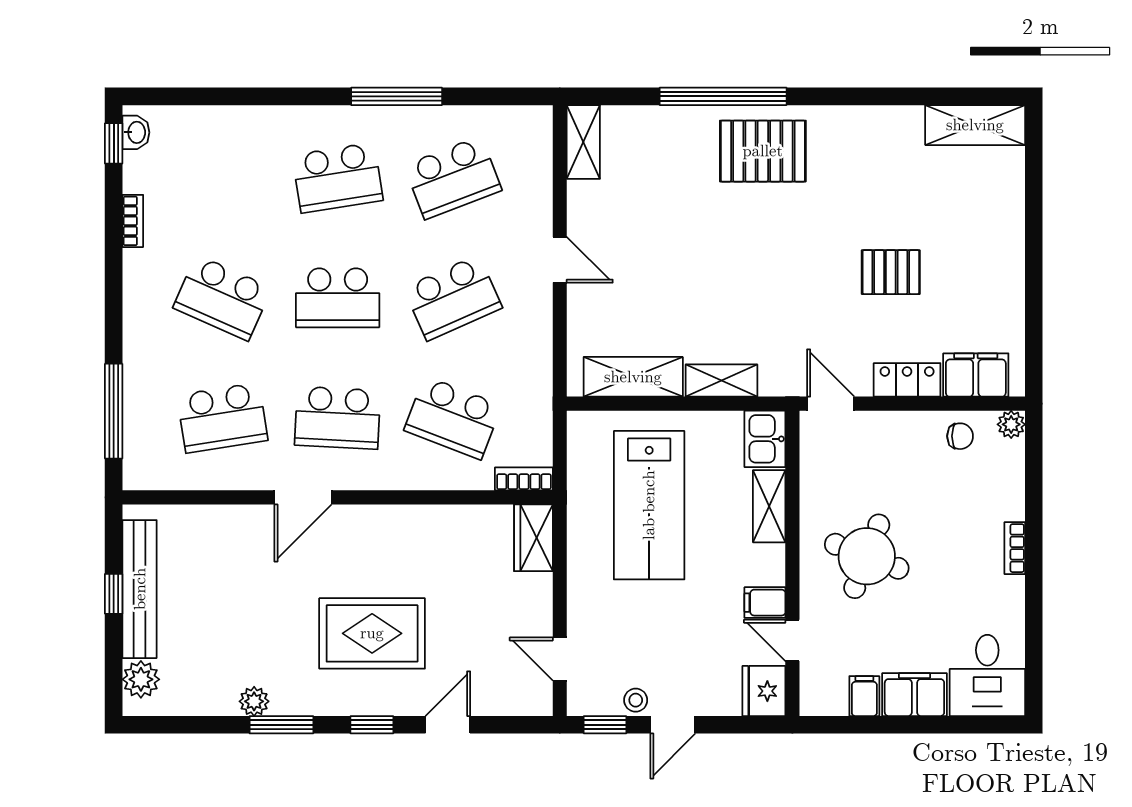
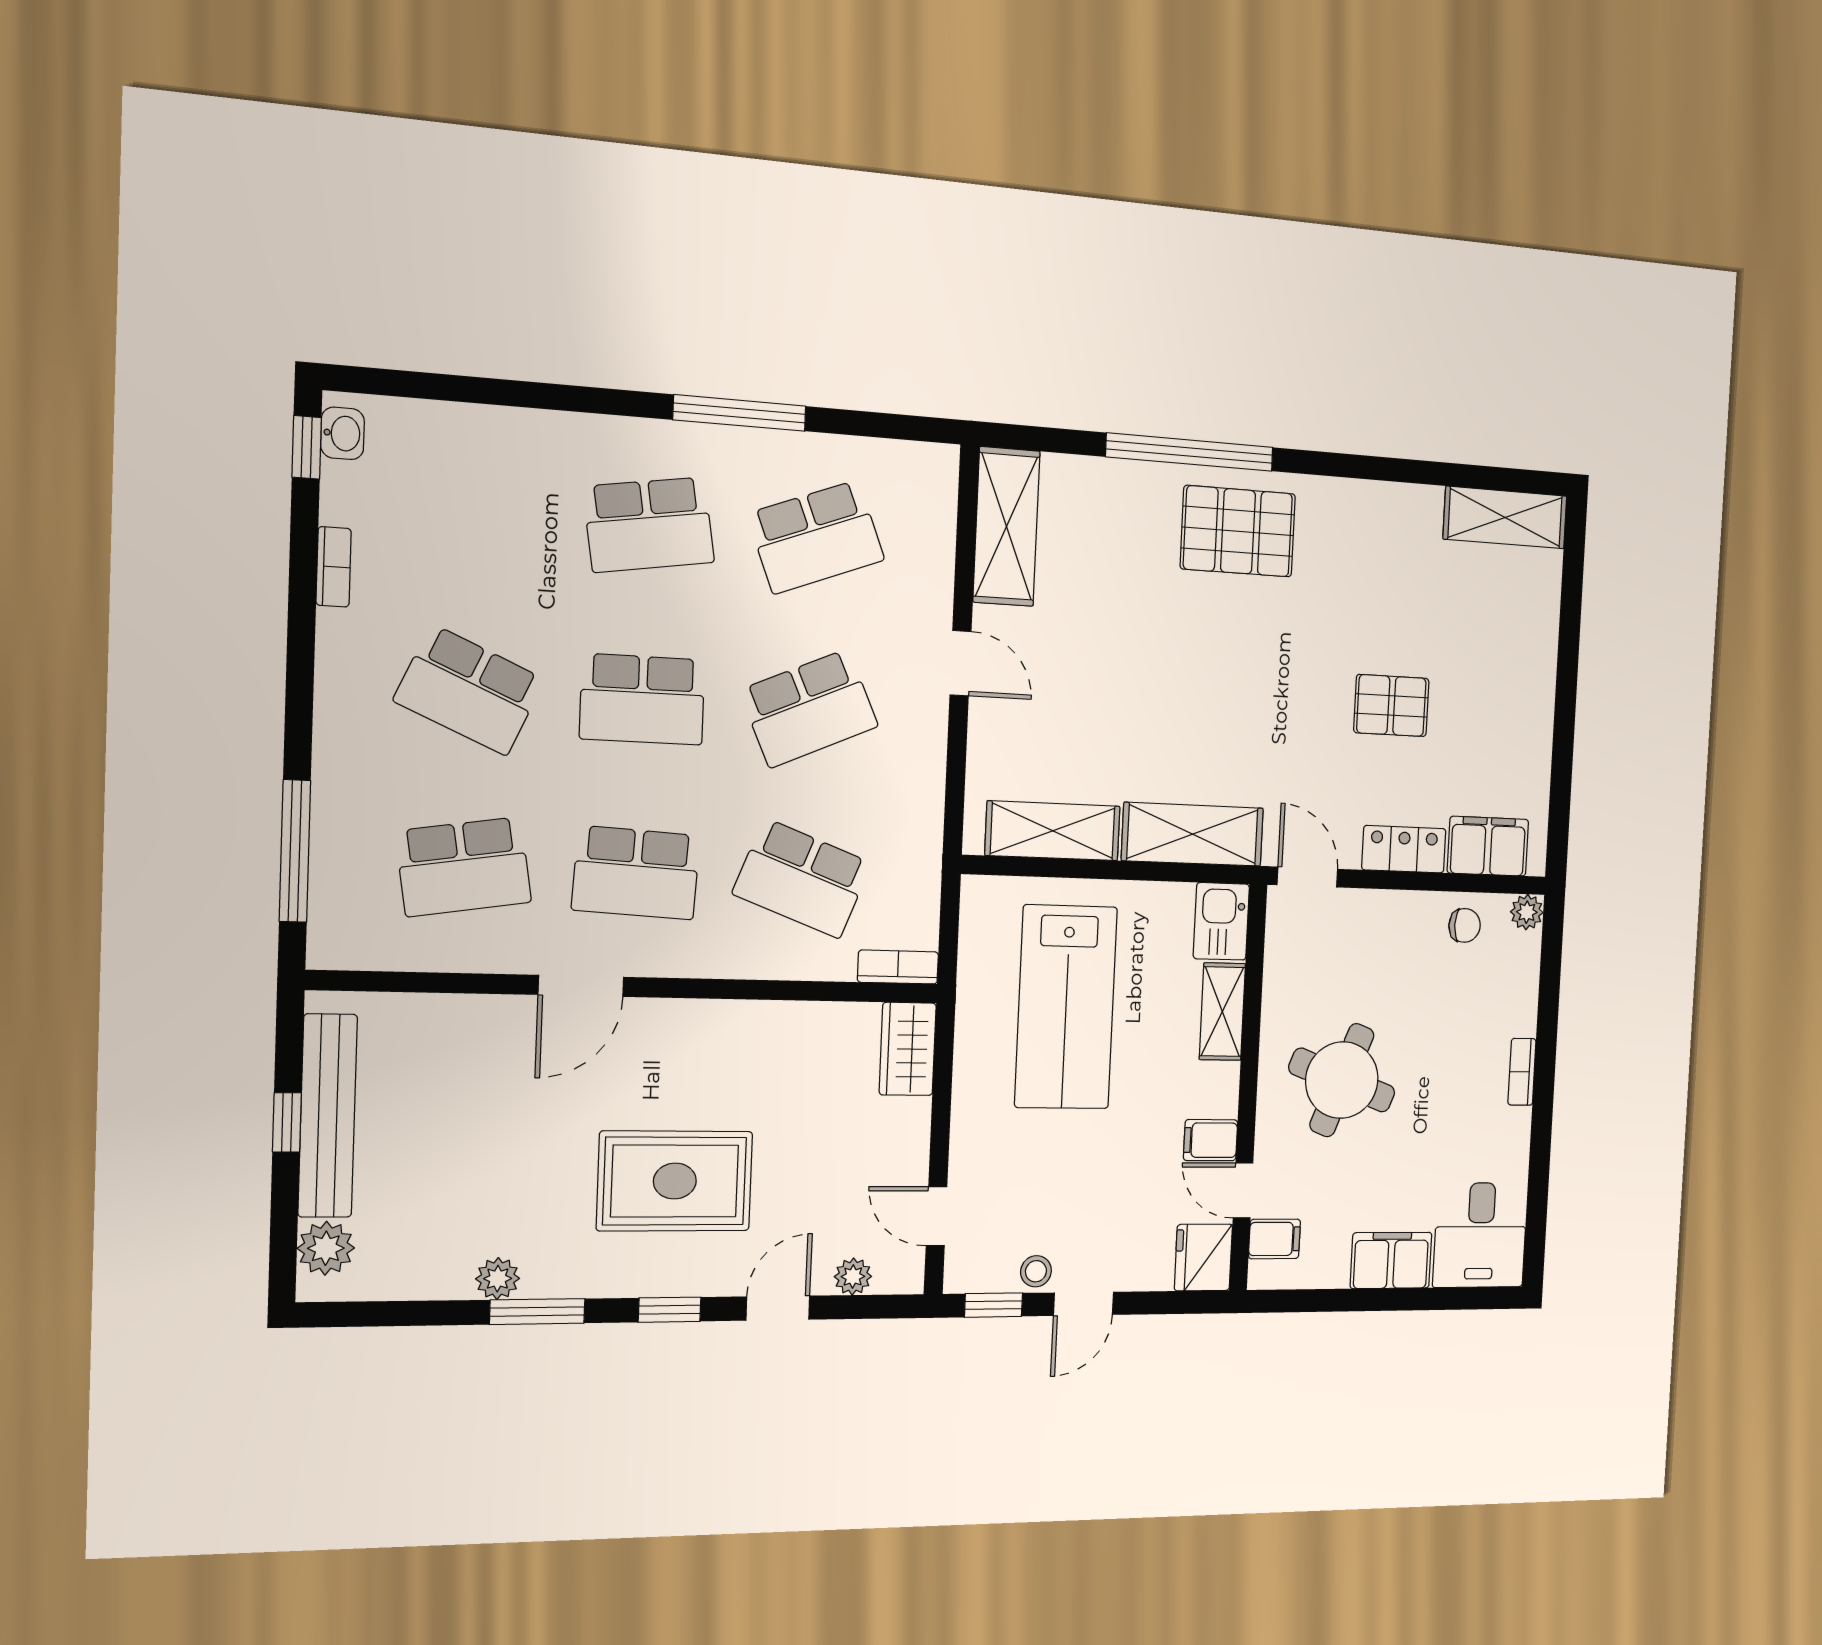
shelving: (583, 142) -> (1006, 527), width x1.50, depth x1.33
shelving: (721, 381) -> (1193, 834), width x1.50, depth x1.33
filing cabinet: (864, 696) -> (1275, 1239), moved, turned 90
plant: (501, 703) -> (853, 1276), added

